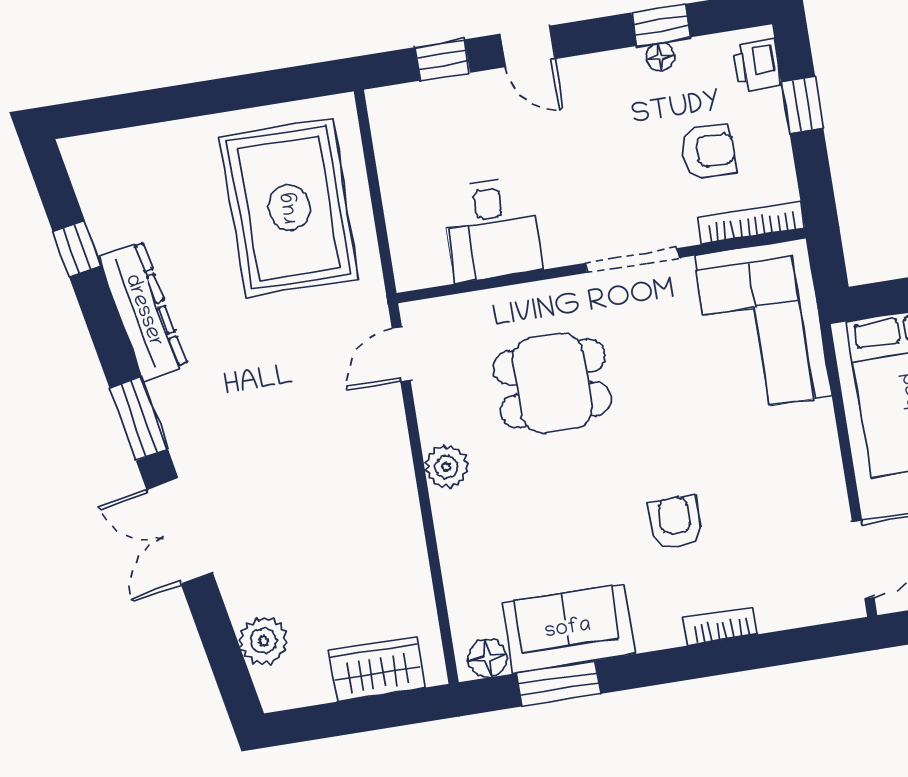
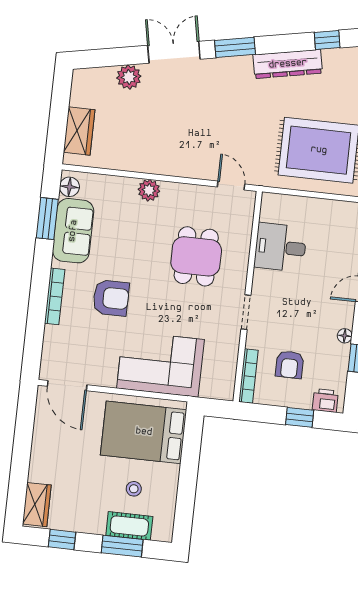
floor lamp: (660, 57) -> (345, 336), moved
doorway: (632, 261) -> (246, 312), width x0.73
corner sofa: (763, 326) -> (161, 364), moved
plant: (446, 467) -> (149, 190), moved
armchair: (675, 522) -> (111, 298), width x1.38, depth x1.38
bookcase: (721, 626) -> (55, 296), width x1.56
plant: (263, 641) -> (129, 77), moved

